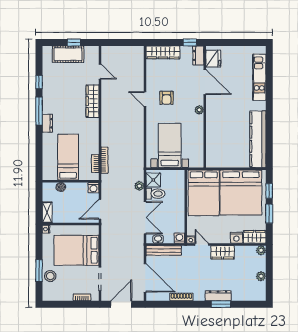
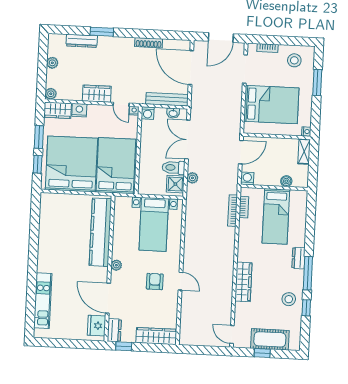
door: (100, 72) -> (232, 334), moved
stool: (54, 89) -> (289, 299), added
kitchen counter: (258, 139) -> (100, 232), moved, turned 180
stool: (50, 276) -> (294, 60), moved
dresser: (218, 296) -> (82, 41), moved

